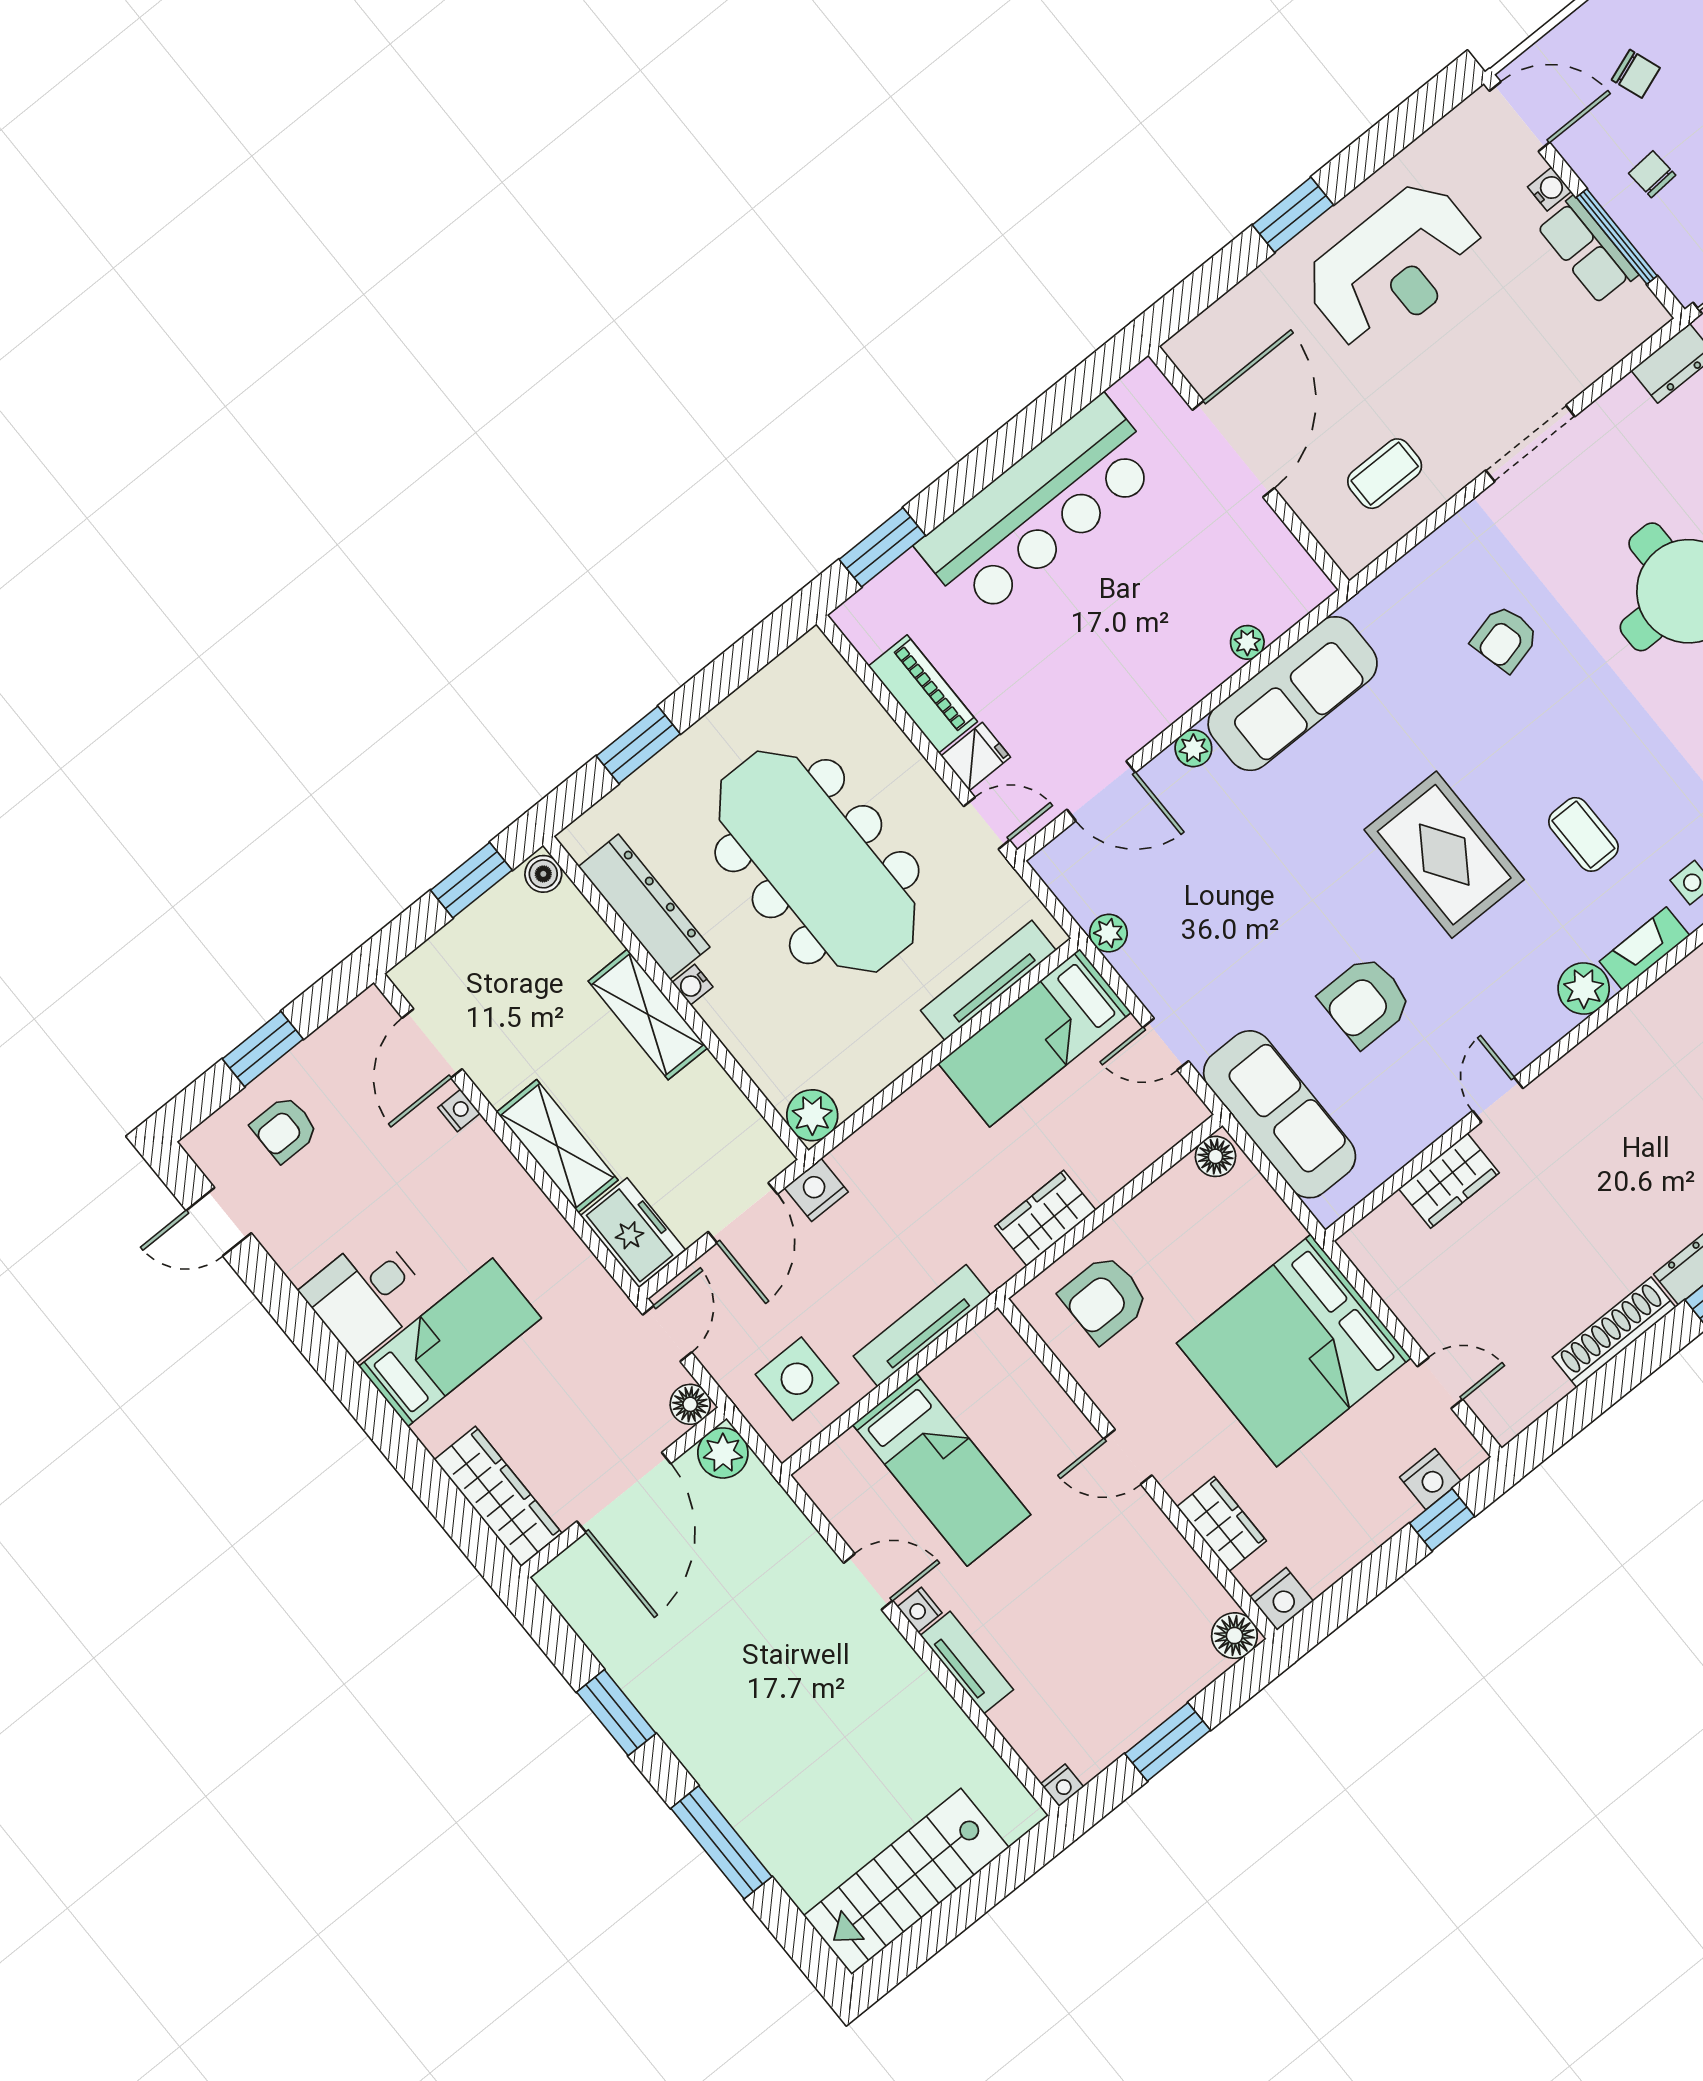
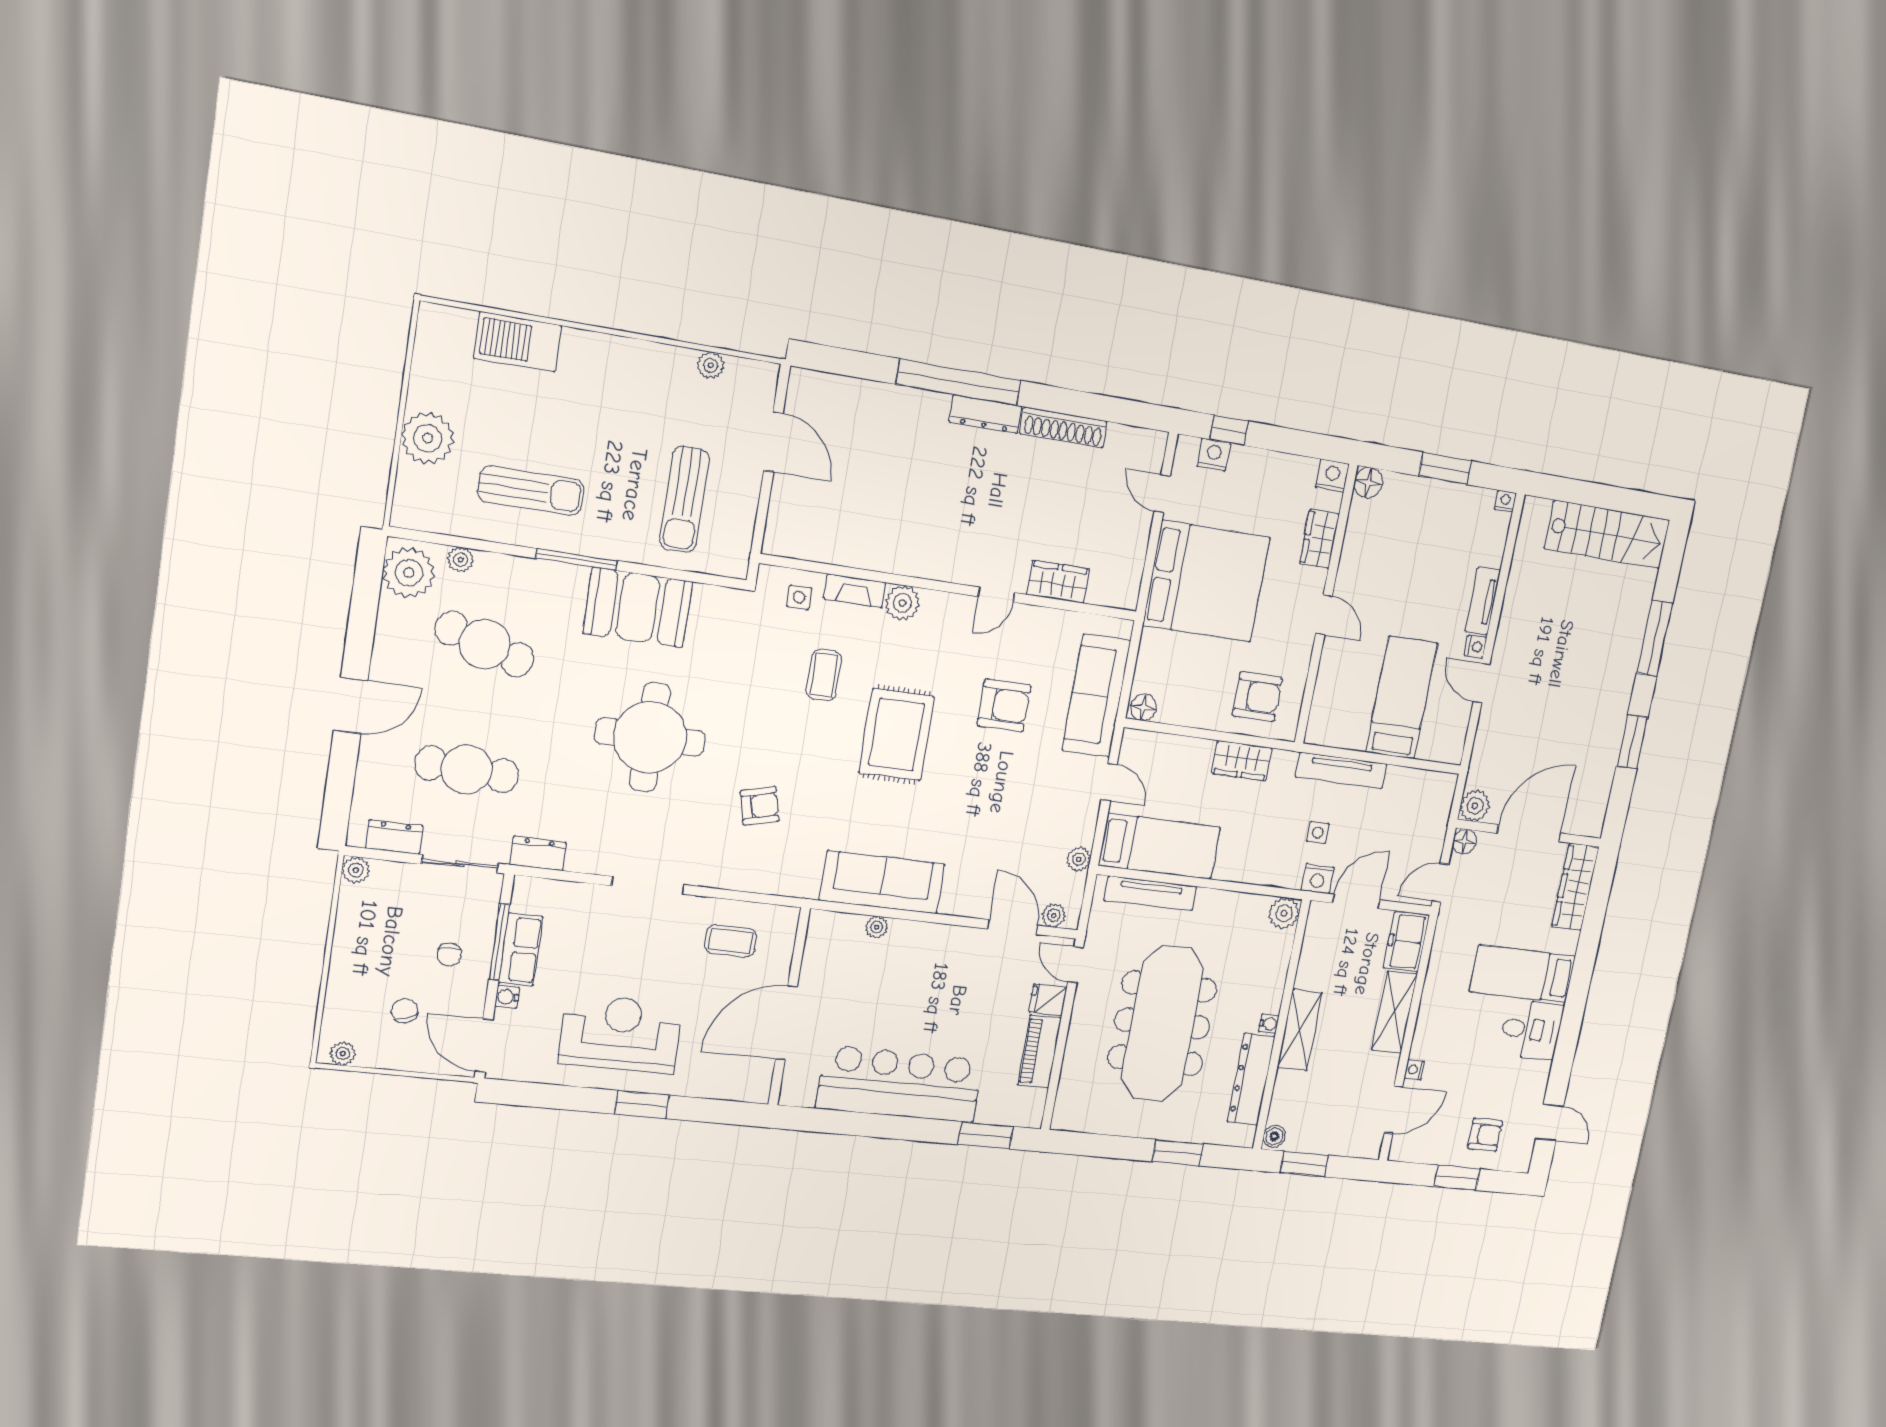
plant: (1193, 748) -> (1054, 915), moved
side table: (797, 1379) -> (1318, 833), moved, width x0.54, depth x0.54

